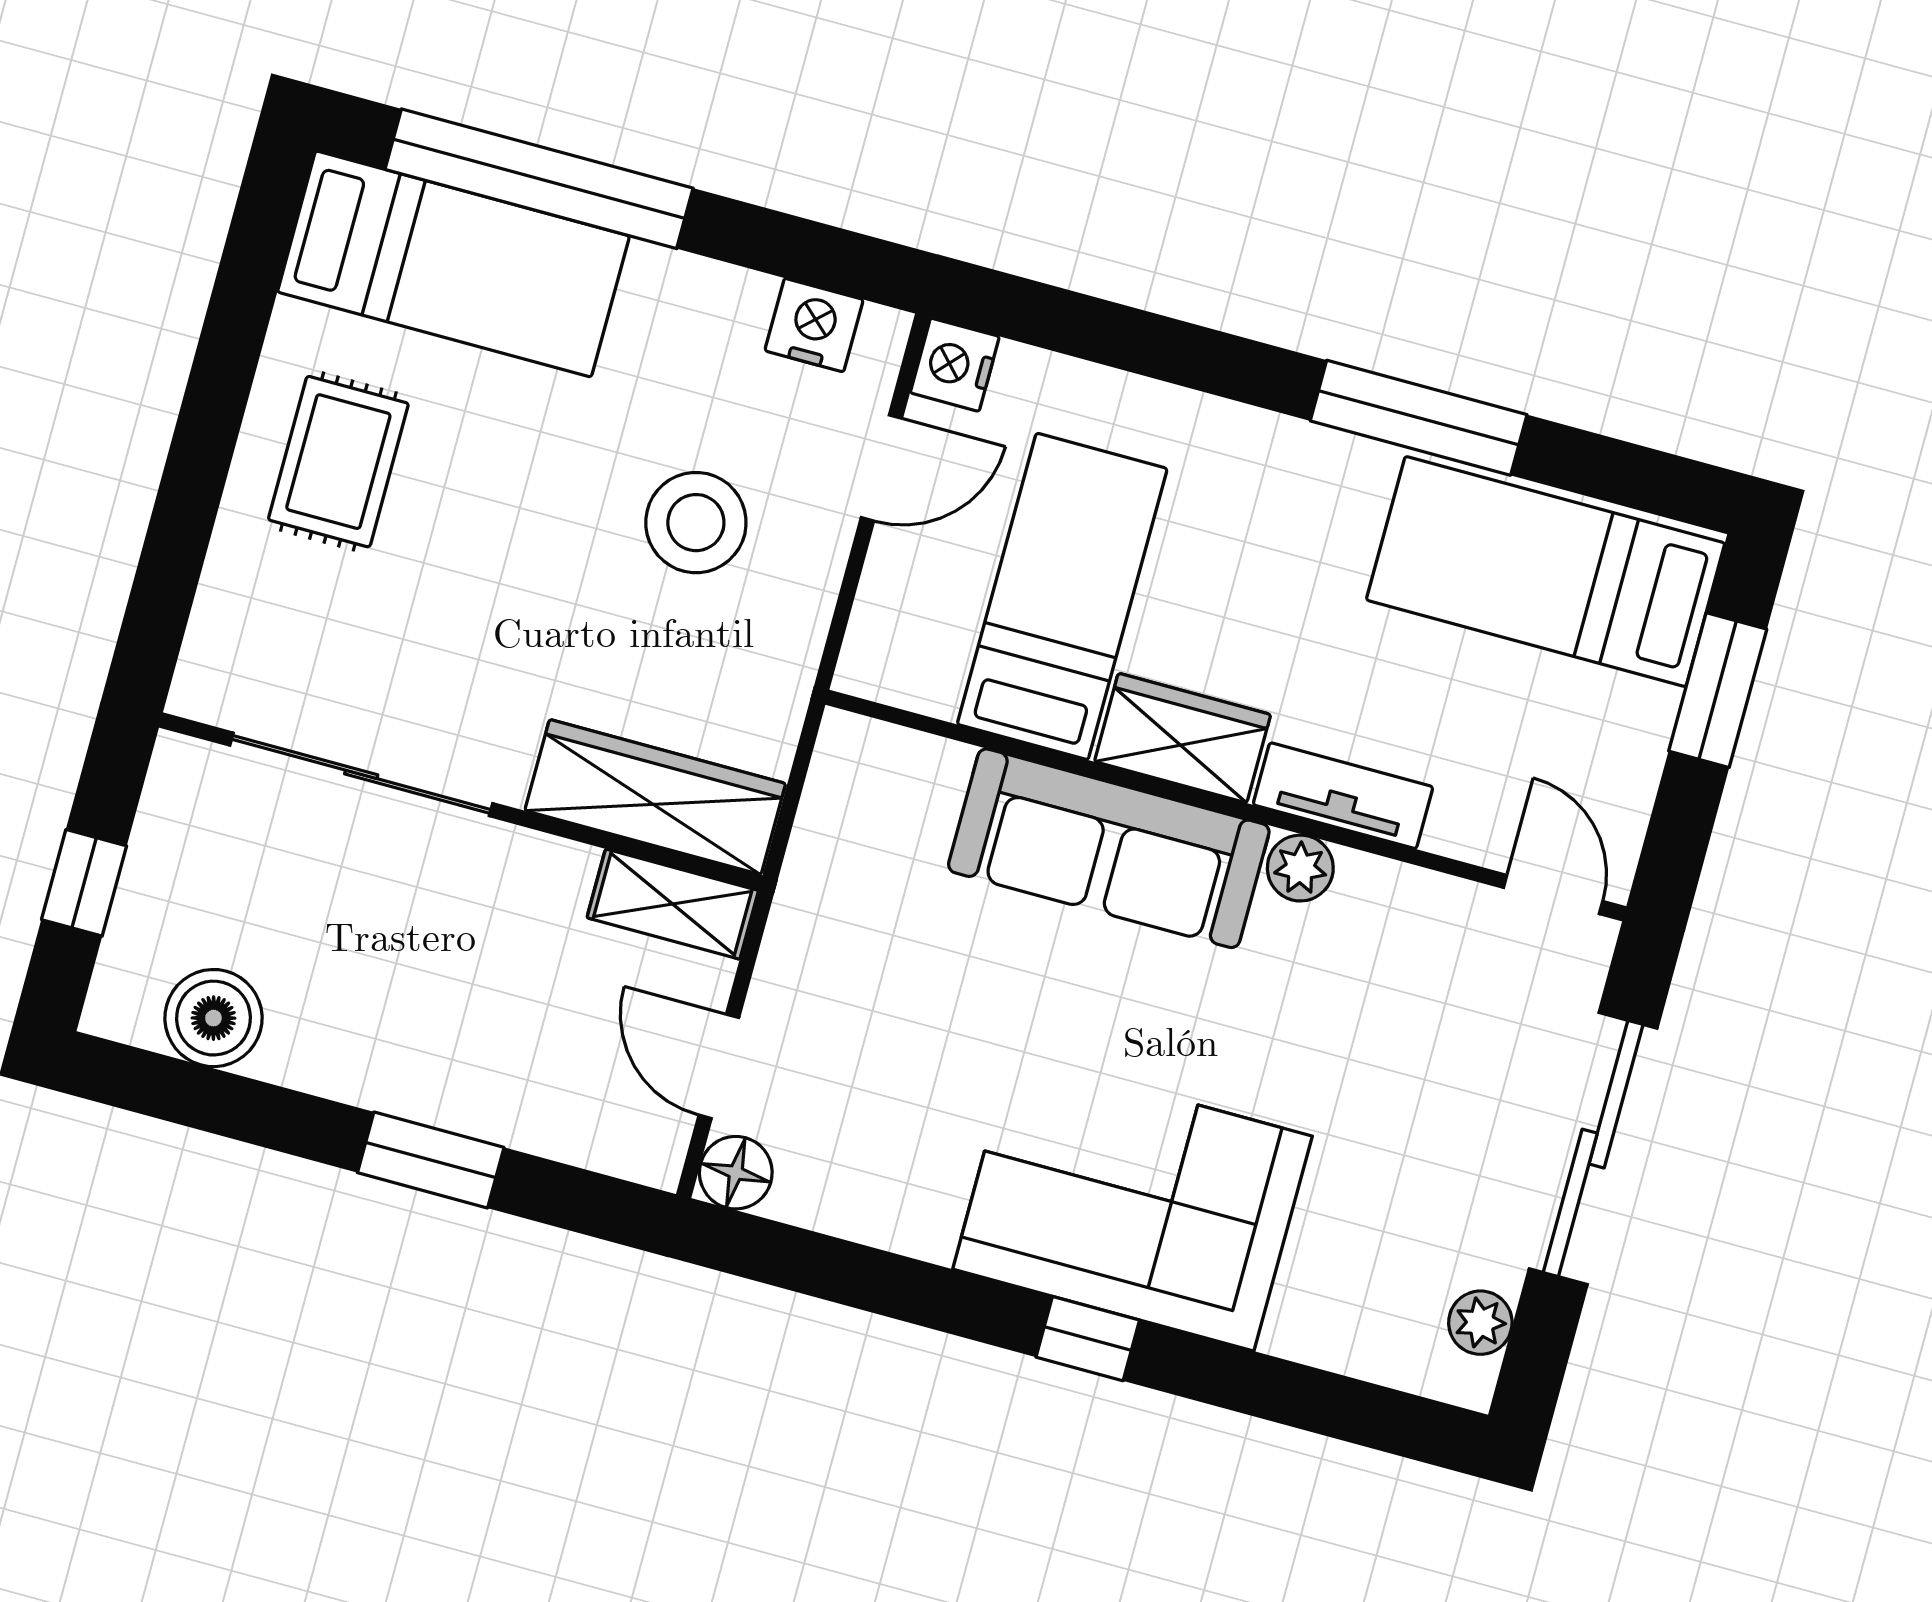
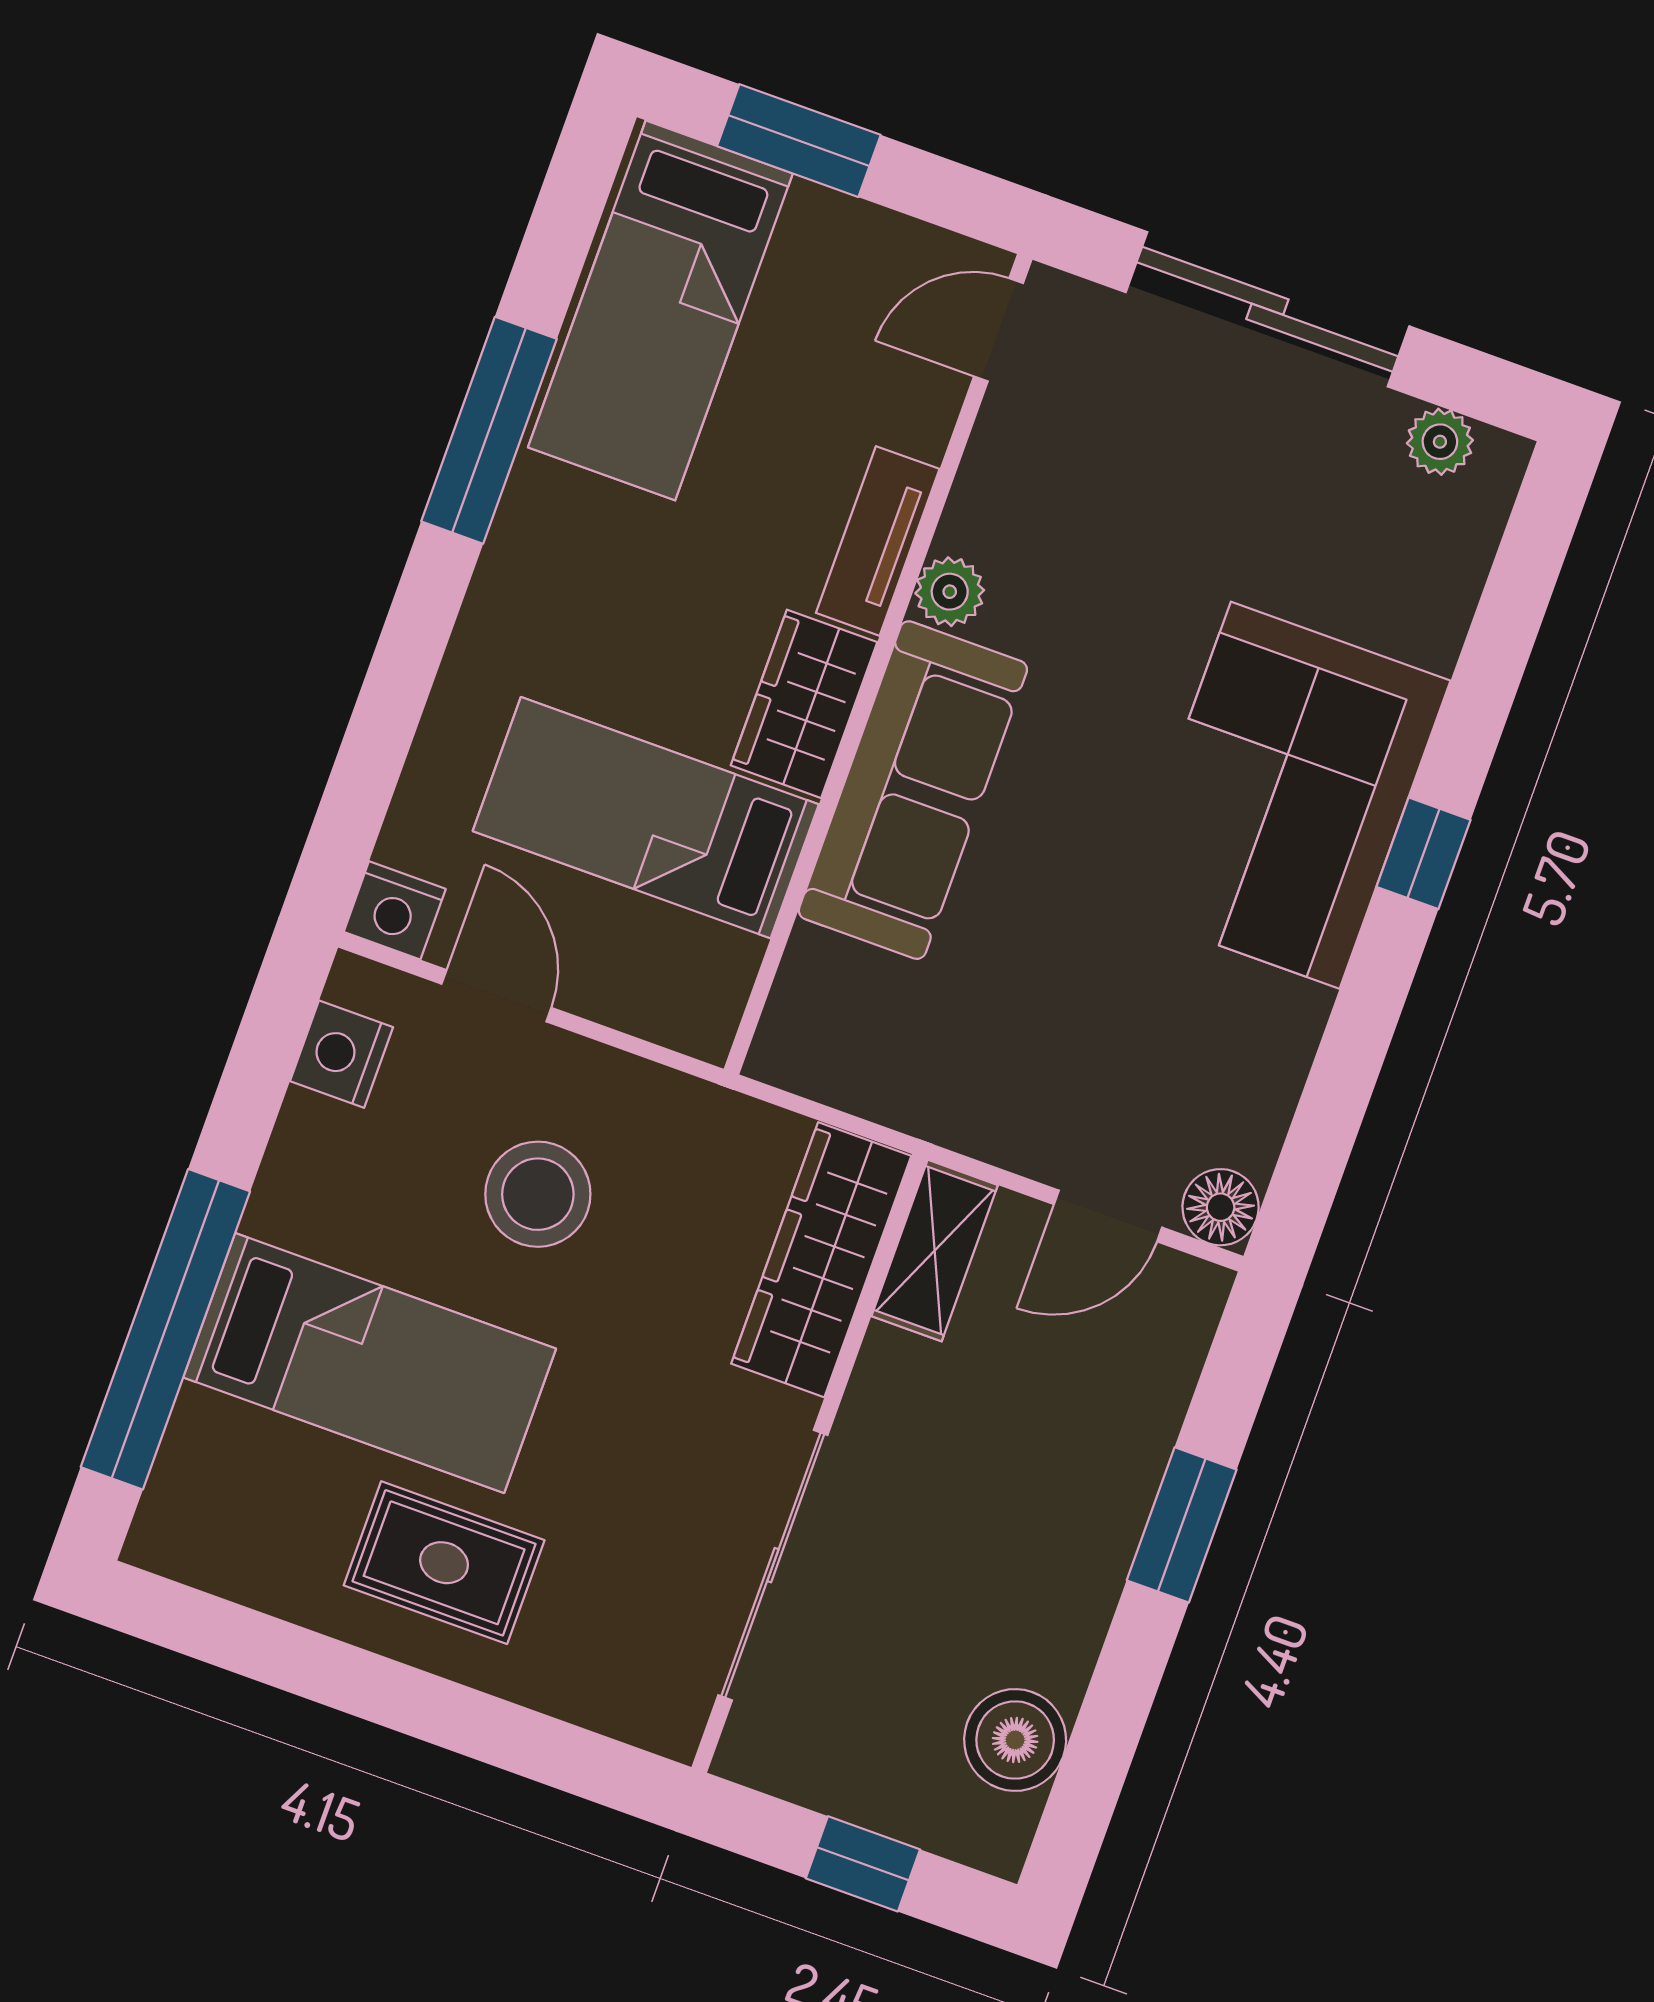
bed: (453, 264) -> (370, 1363), moved, turned 90

